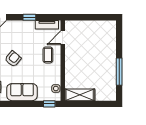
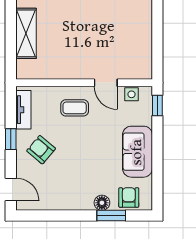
door: (63, 38) -> (106, 83), moved
armchair: (13, 59) -> (41, 150), moved
shelving: (80, 95) -> (26, 33), moved

